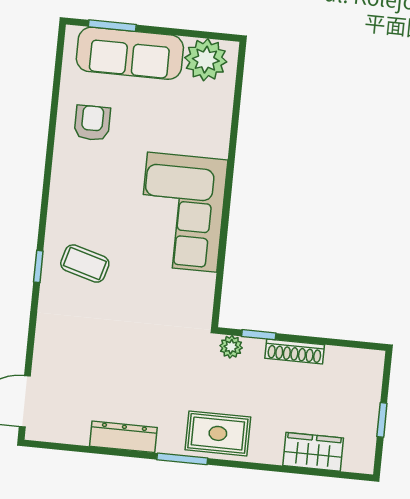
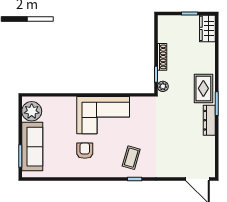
armchair: (92, 123) -> (85, 151), moved, turned 90
dresser: (123, 437) -> (209, 120), moved
wardrobe: (313, 452) -> (207, 28), moved

